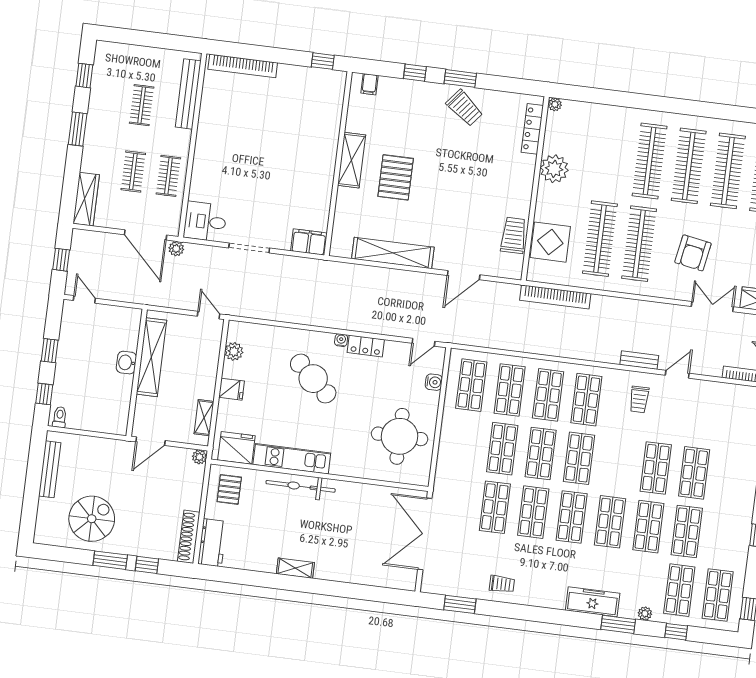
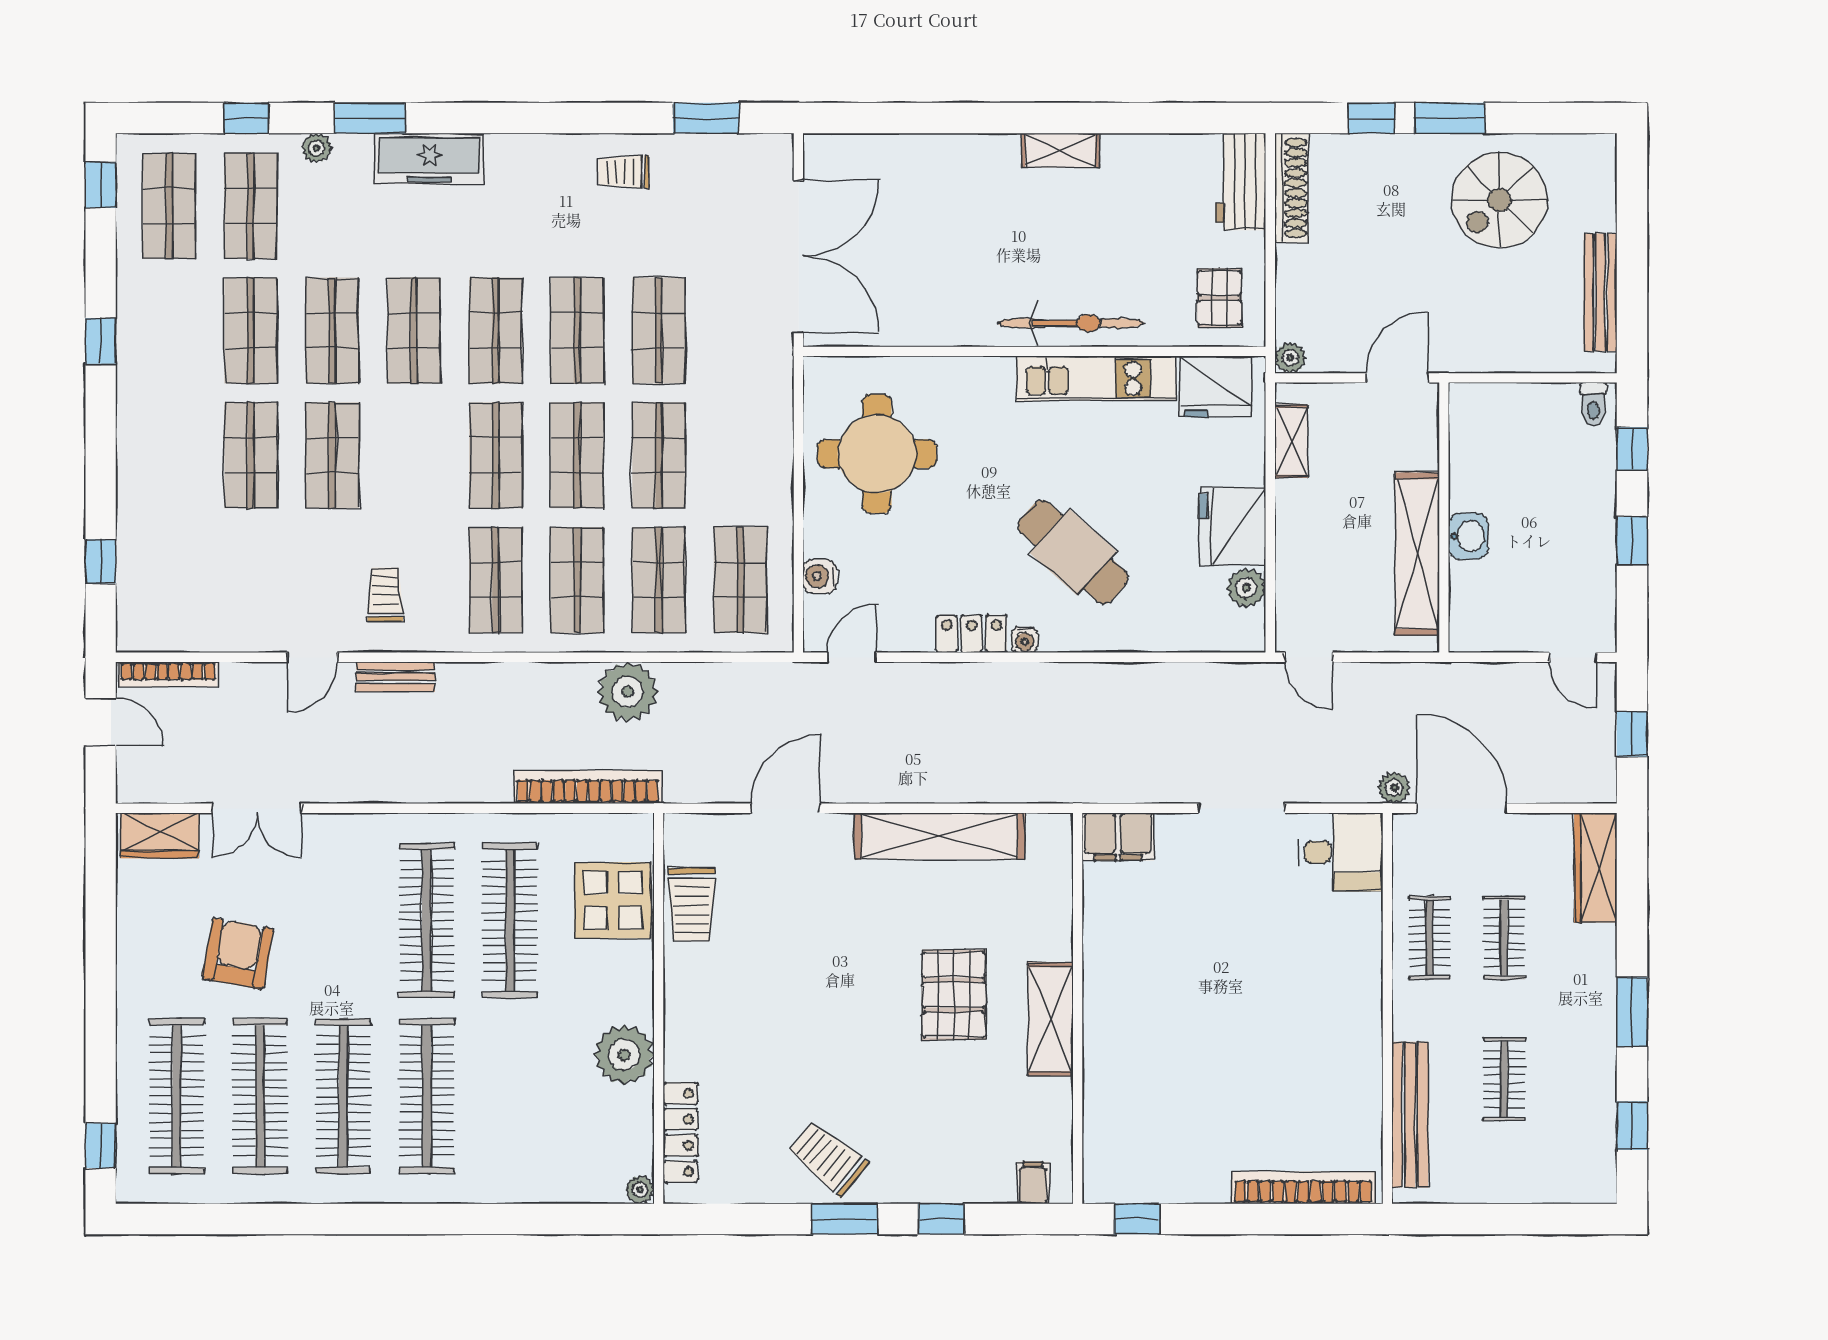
armchair: (693, 253) -> (238, 954), moved
plant: (531, 339) -> (628, 692), added
fridge: (232, 389) -> (1233, 526), width x1.88, depth x1.34

